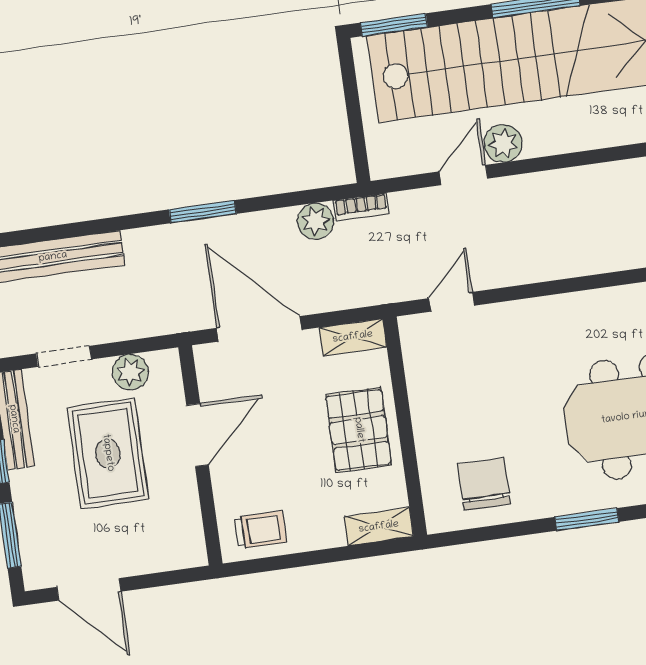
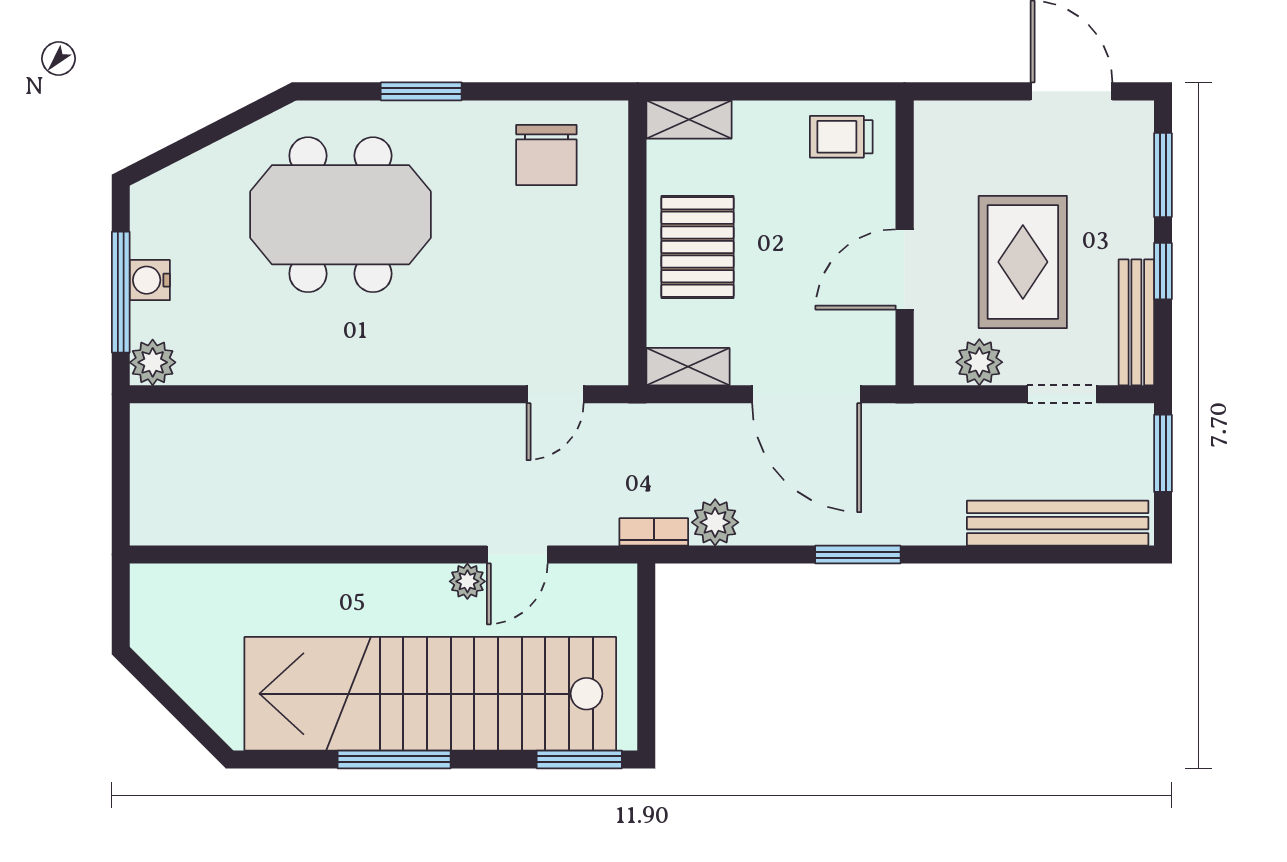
plant: (503, 143) -> (467, 581), width x0.73, depth x0.73

